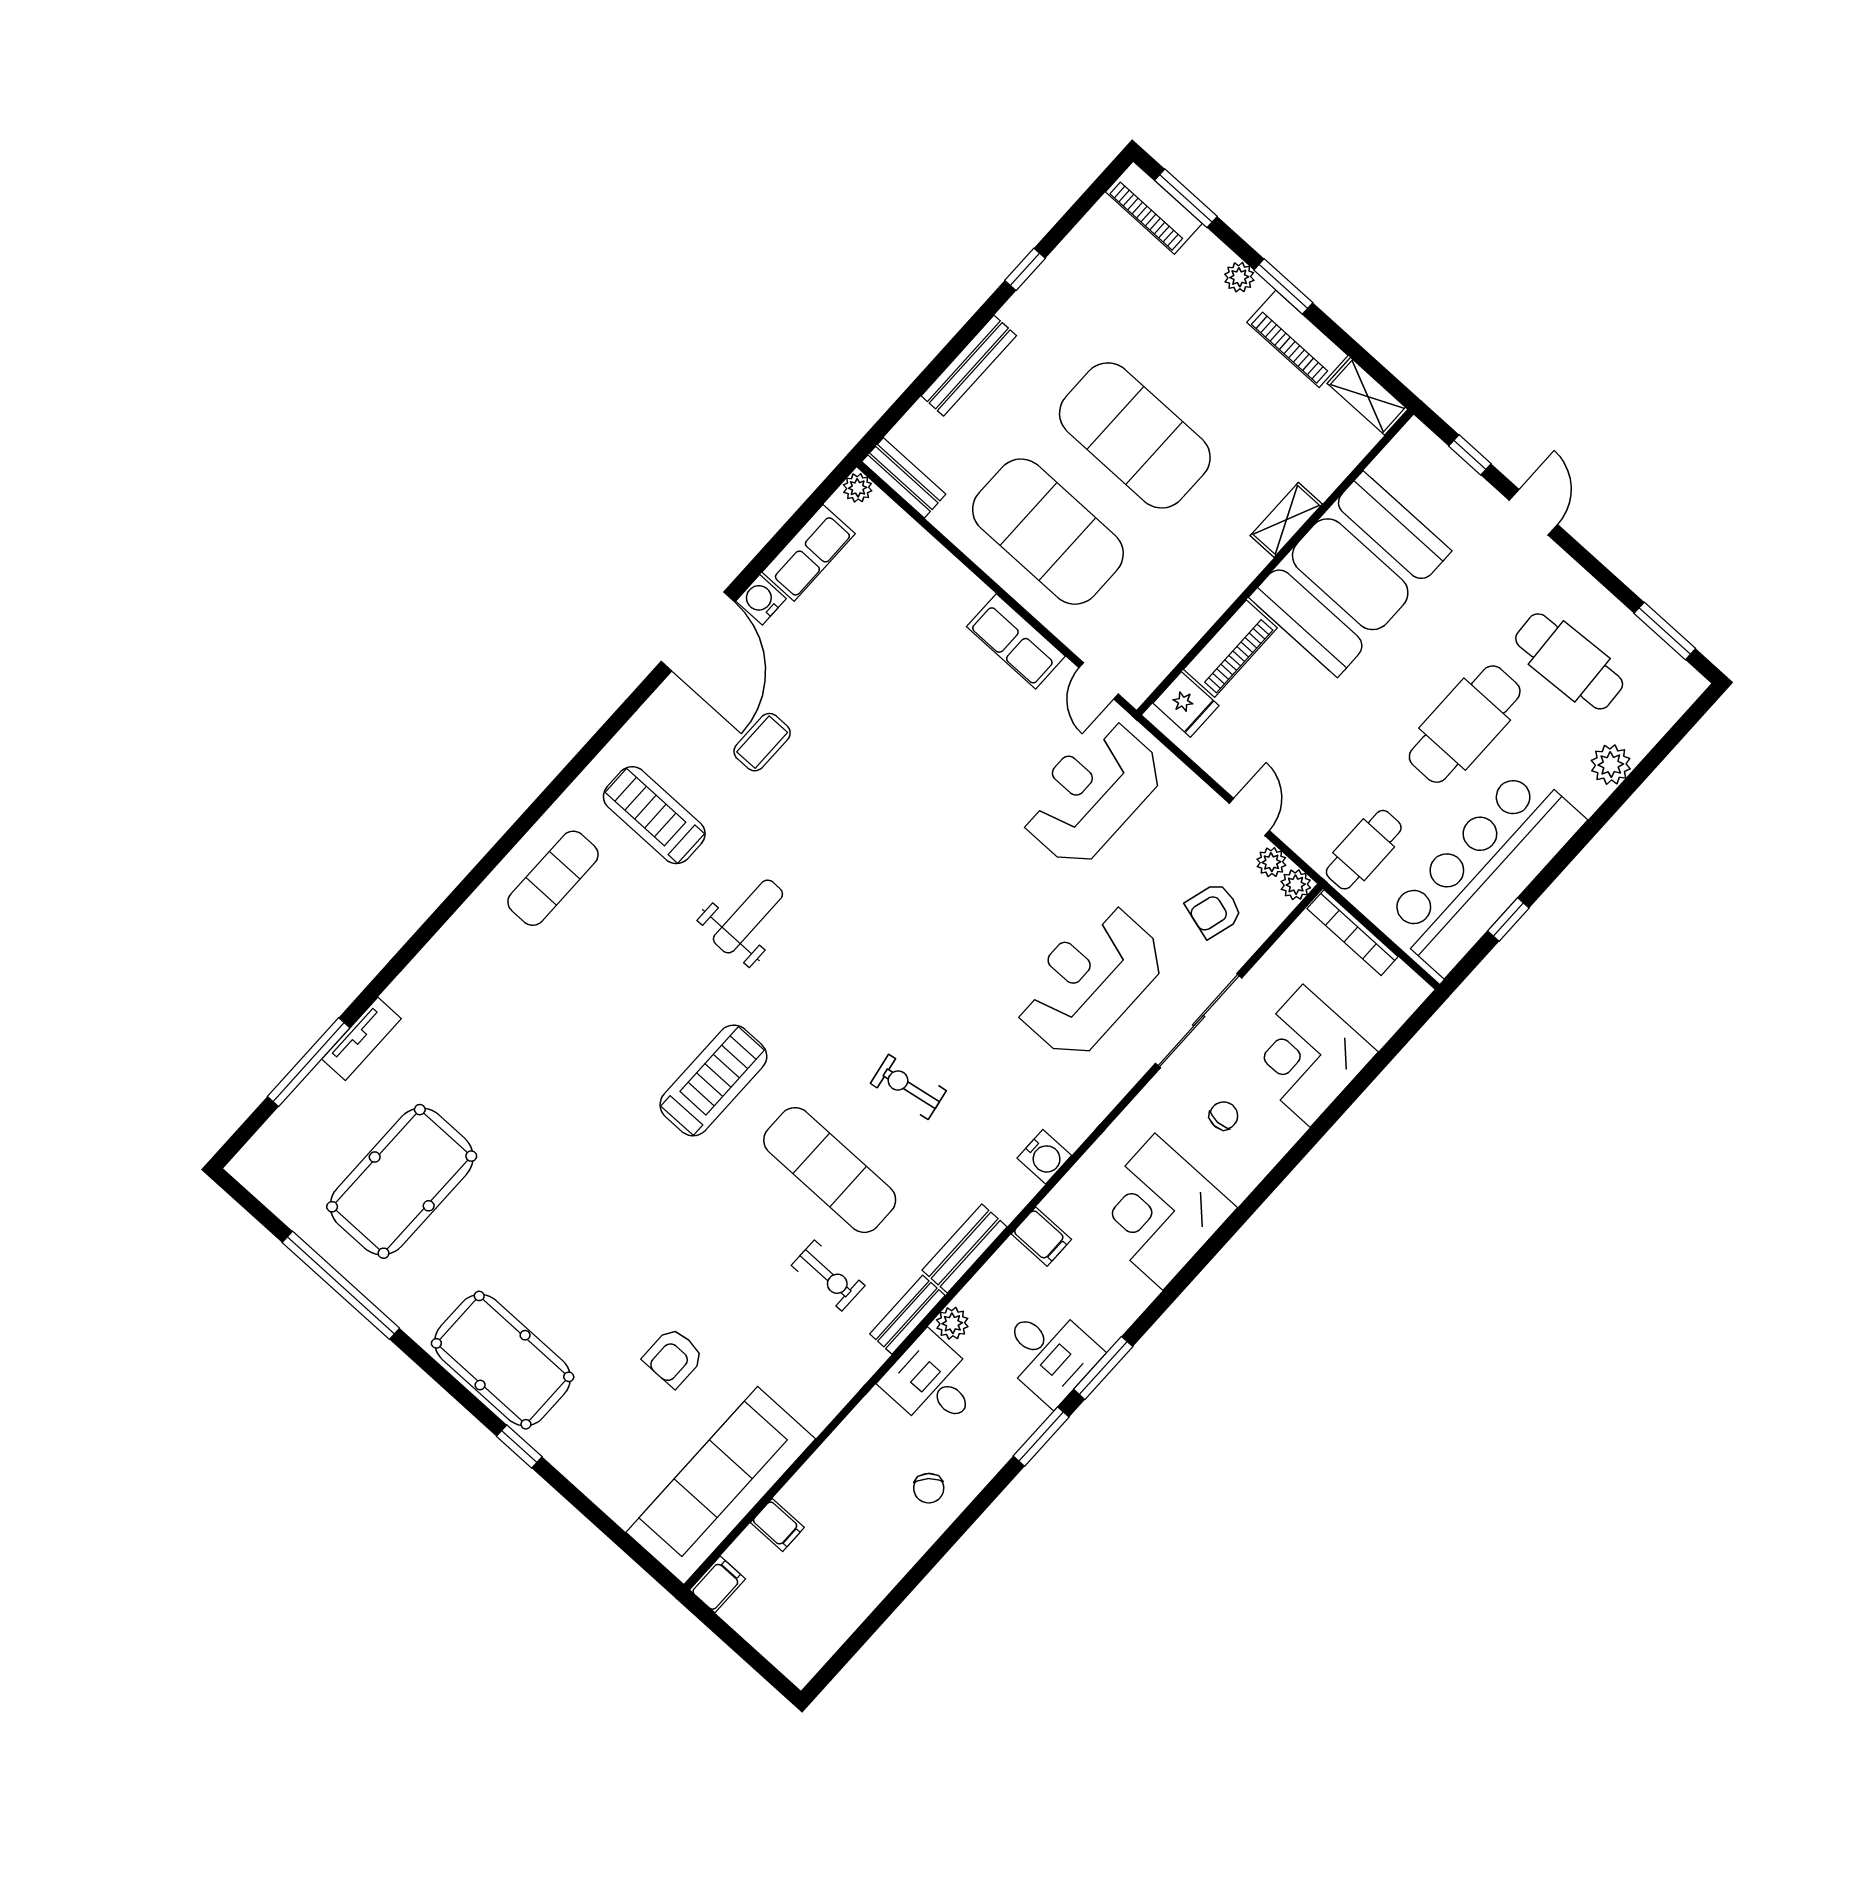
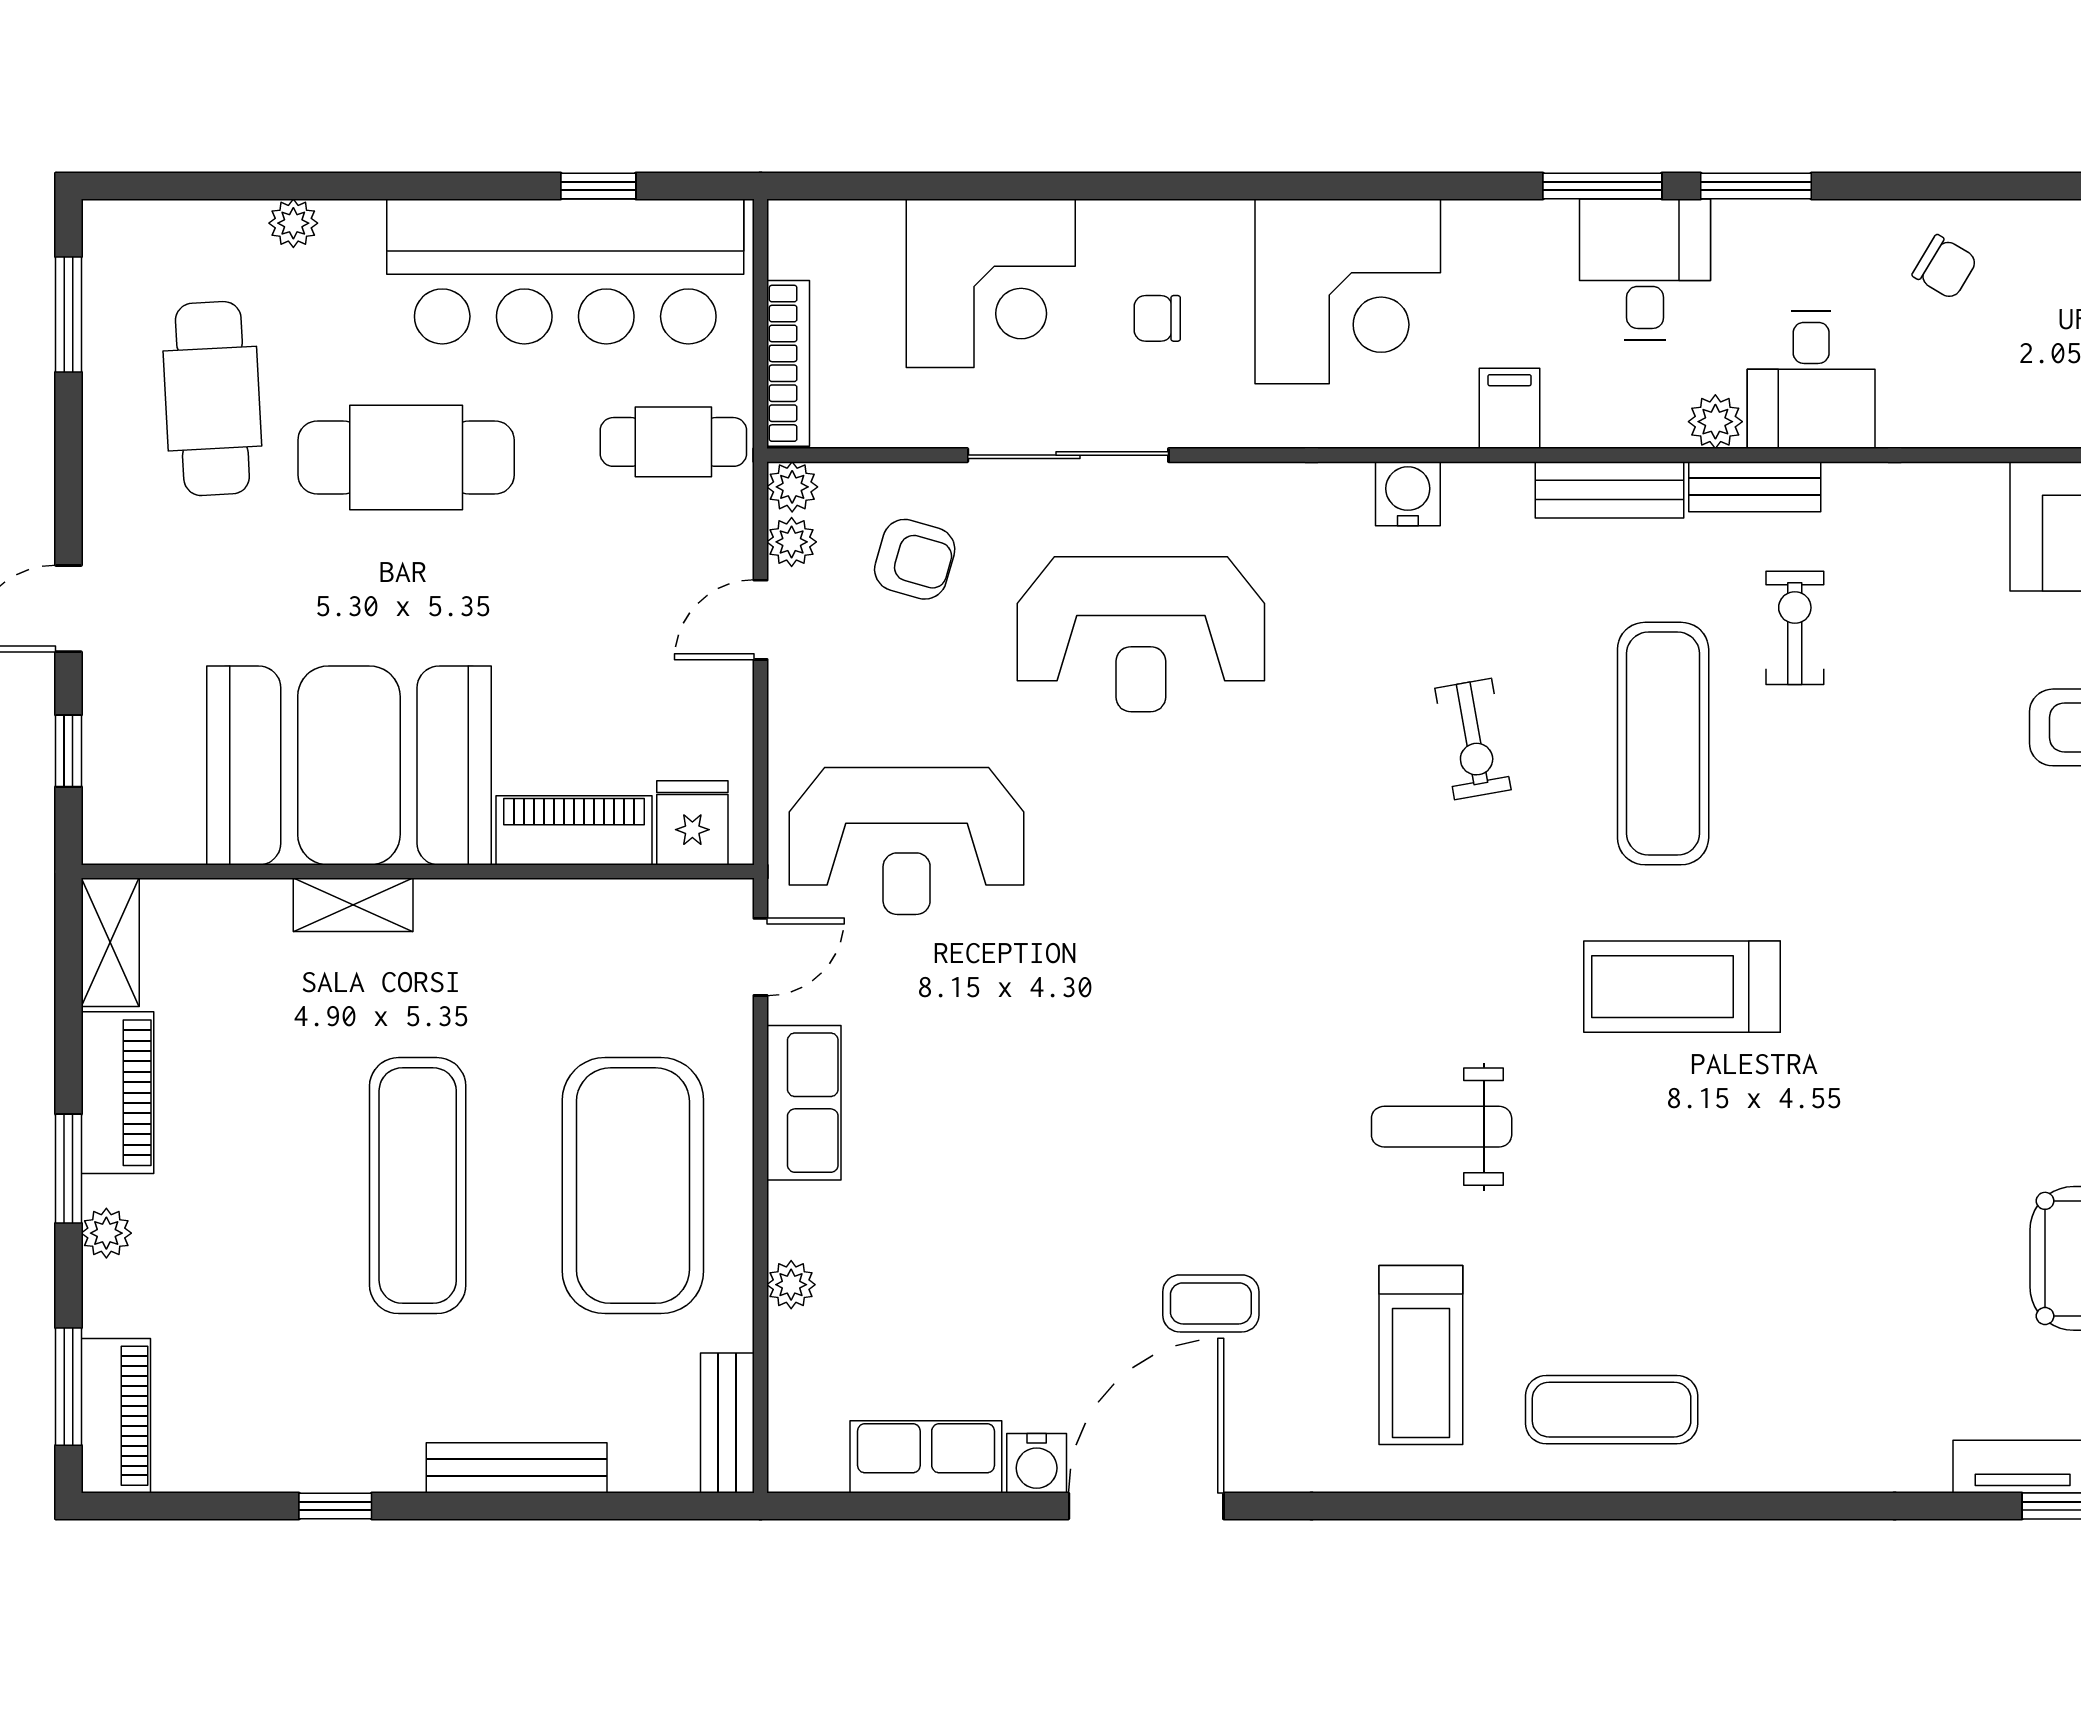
exercise mat: (1135, 435) -> (418, 1186), width x0.68
plant: (858, 488) -> (791, 1285), moved
plant: (1611, 765) -> (293, 223), width x0.73, depth x0.73
chair: (929, 1488) -> (1945, 267), turned 75

